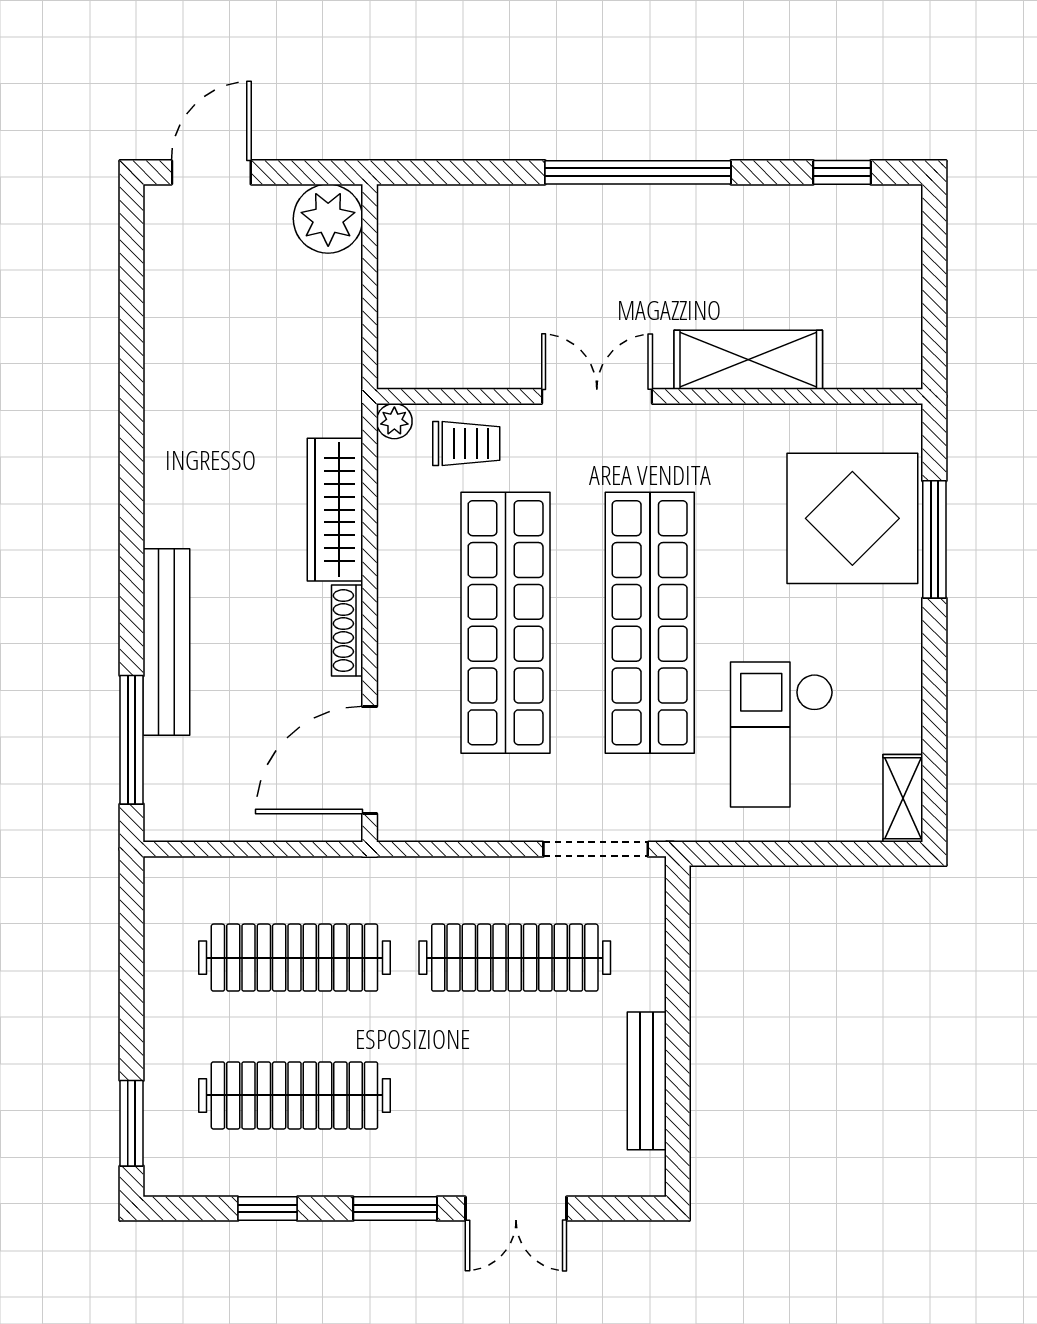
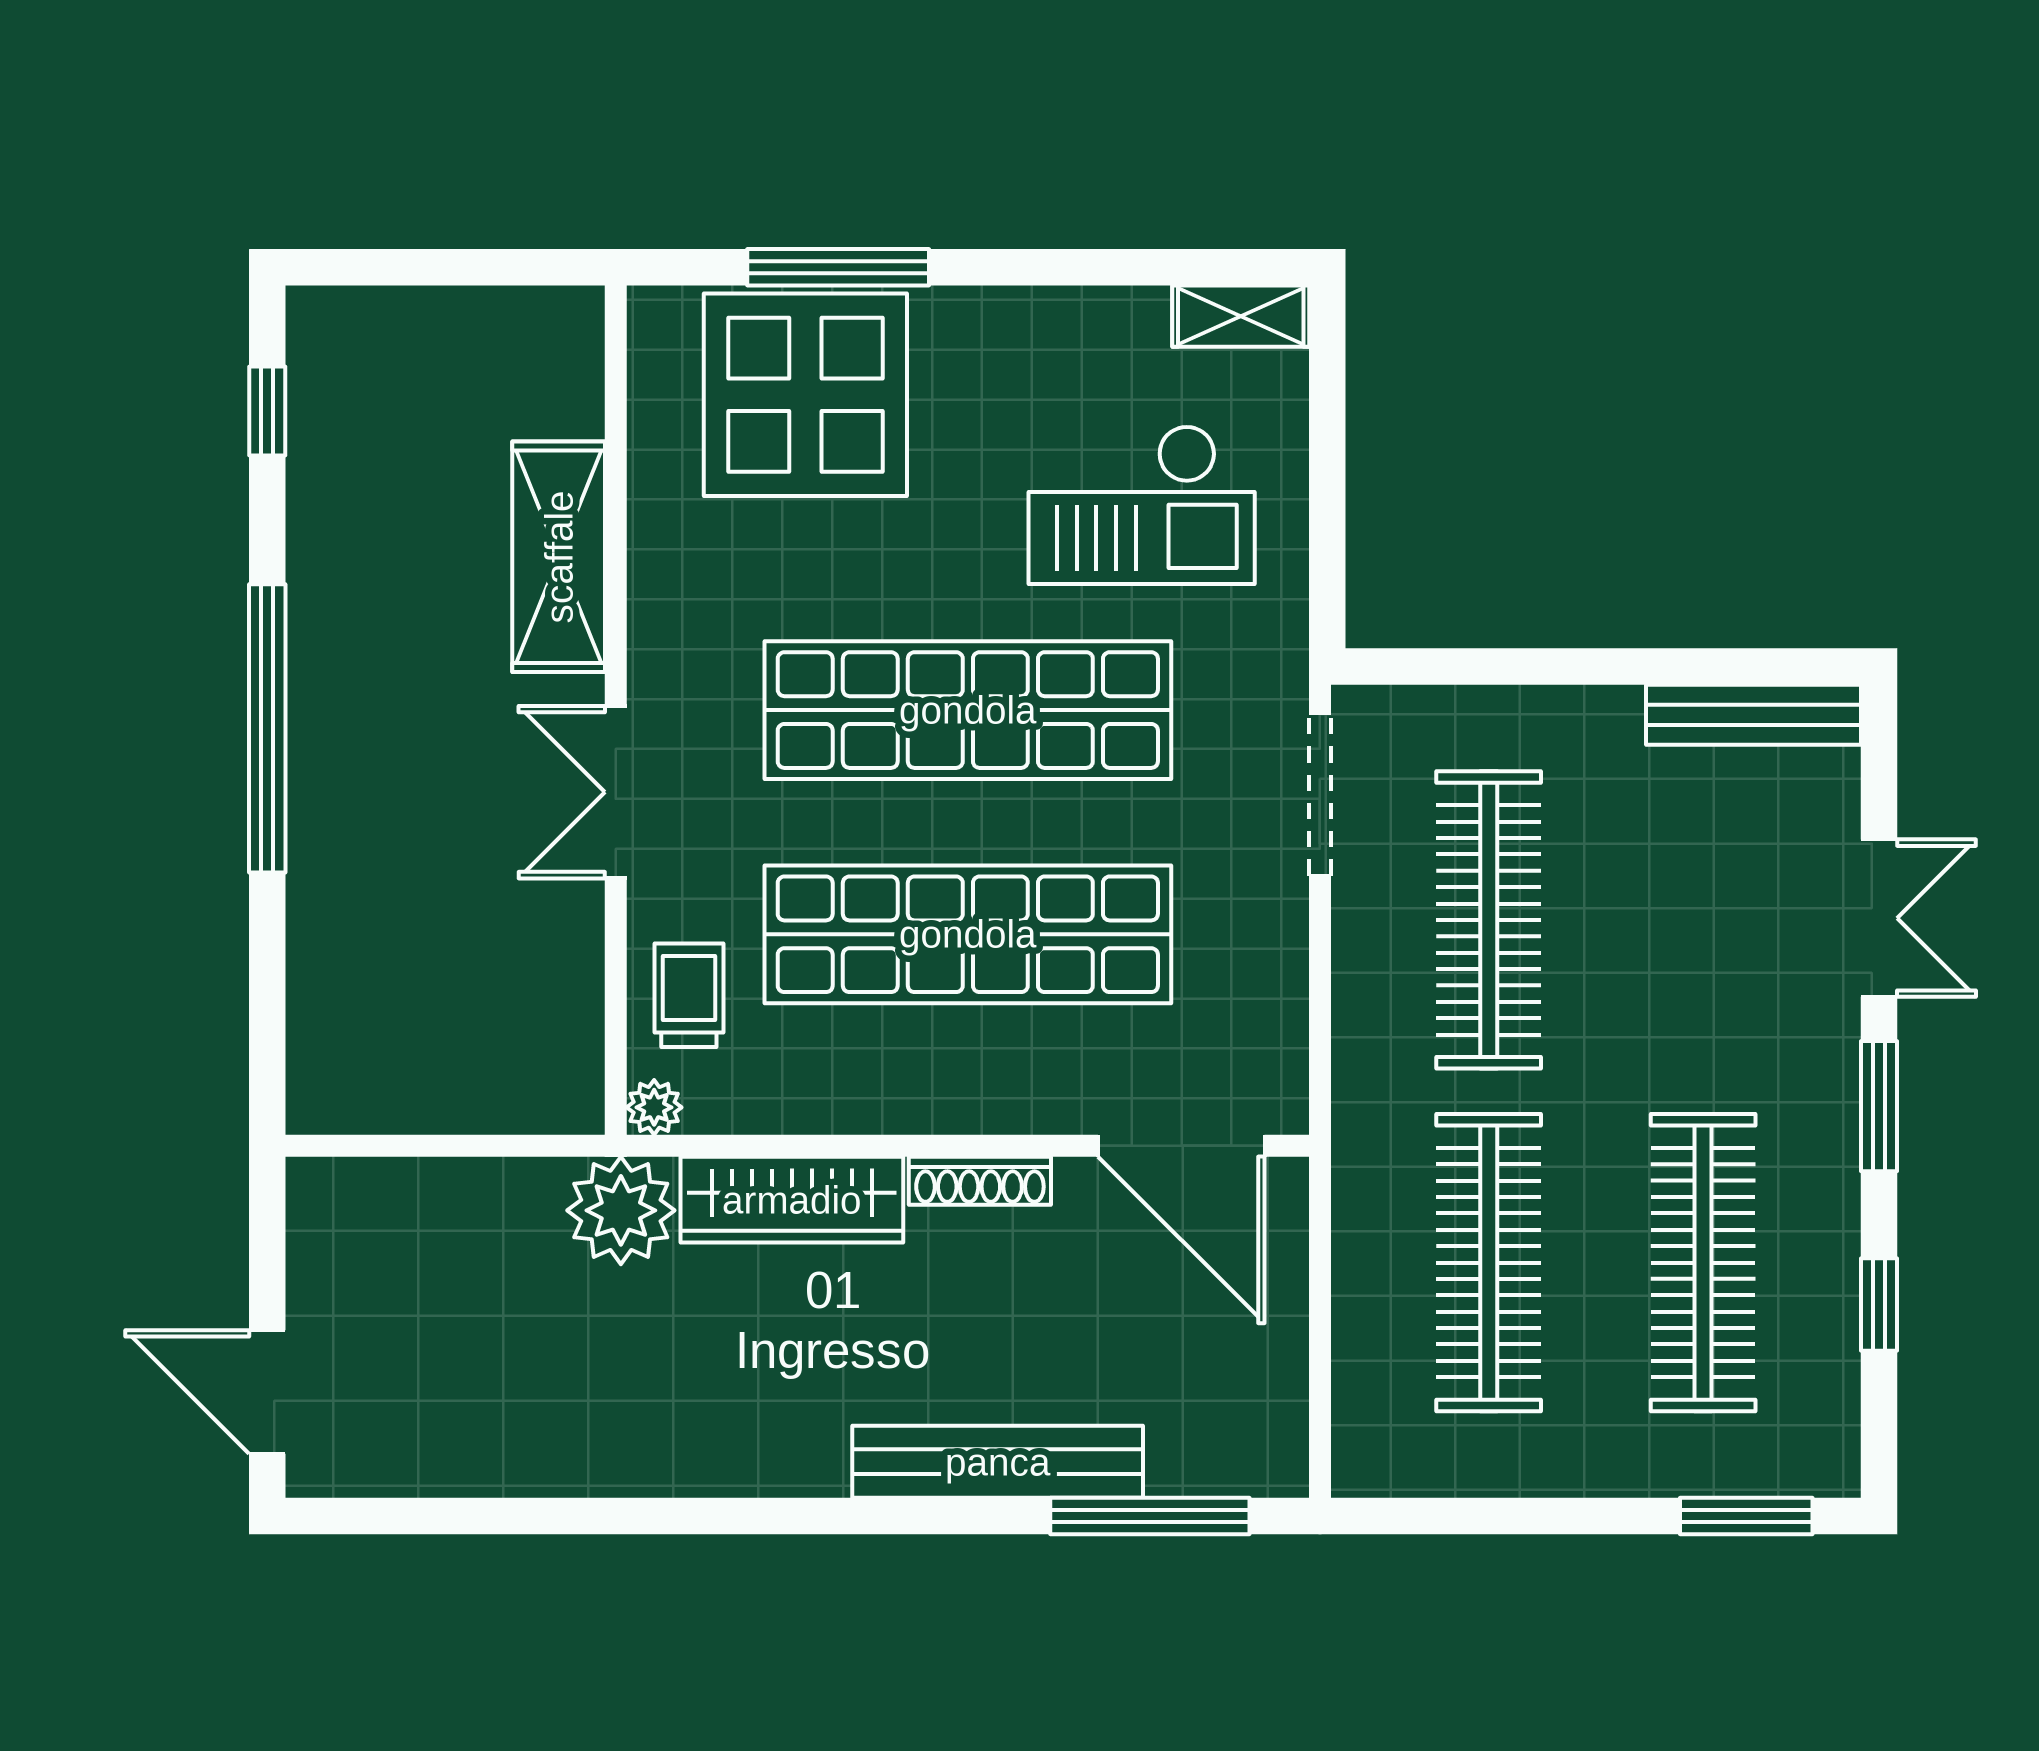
plant: (328, 219) -> (621, 1210), moved
bench: (647, 1081) -> (1753, 715), moved

